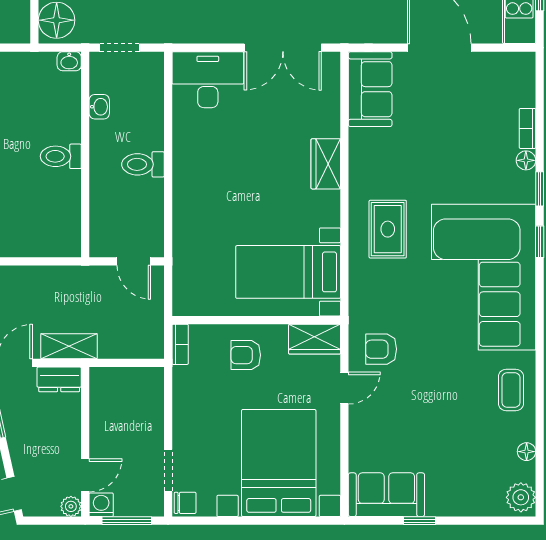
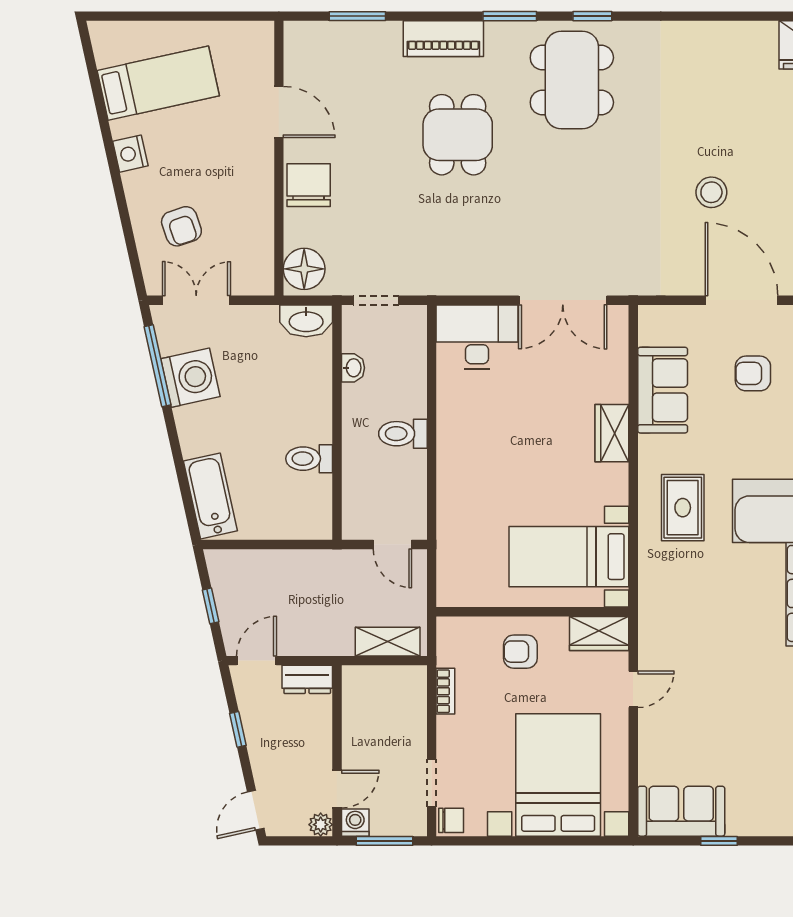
washbasin: (69, 61) -> (306, 321), width x1.91, depth x1.45
sofa: (370, 89) -> (663, 390), moved
toilet: (61, 156) -> (309, 459), moved
bookcase: (180, 344) -> (445, 691), moved
shelving: (69, 346) -> (388, 642), moved
armchair: (381, 349) -> (753, 373), moved

